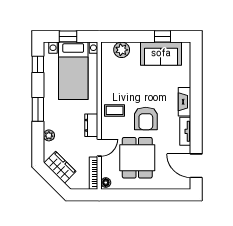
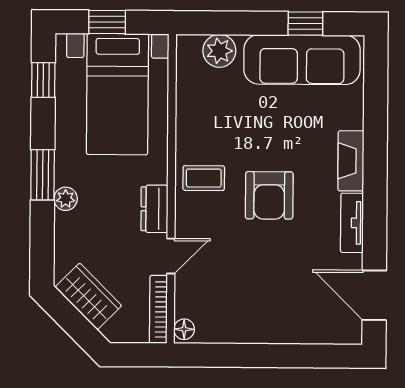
sofa: (161, 54) -> (302, 60), width x1.36
plant: (49, 135) -> (66, 199), moved
dining table: (137, 158) -> (251, 278), removed

